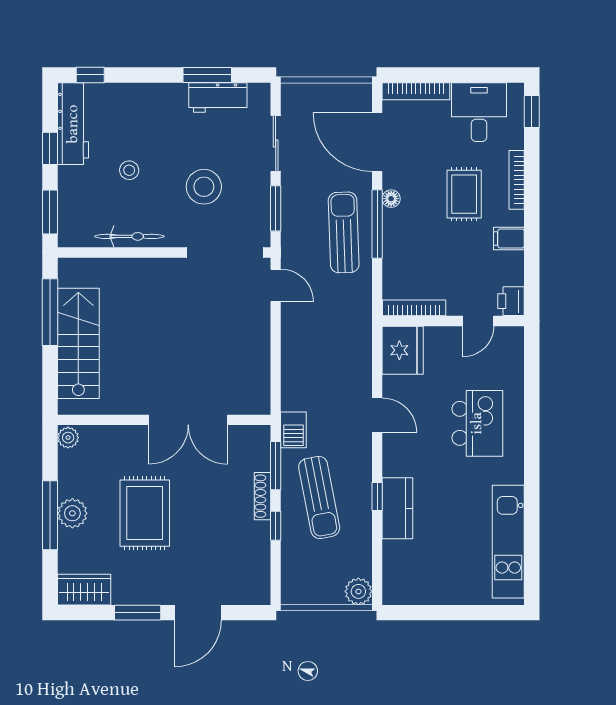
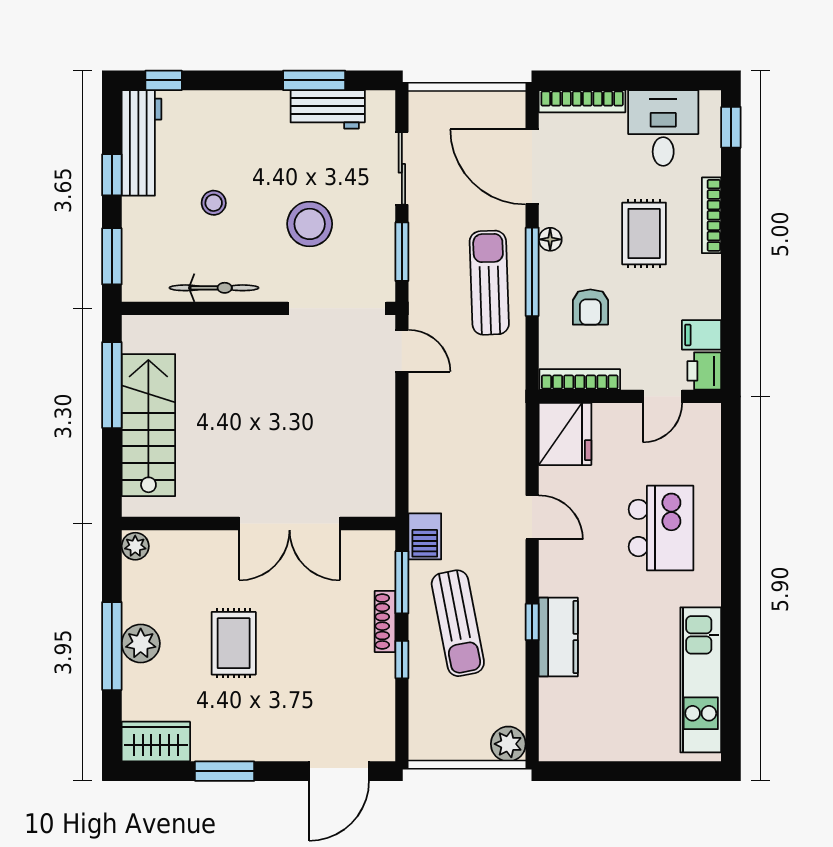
filing cabinet: (509, 239) -> (702, 335), moved
armchair: (422, 251) -> (590, 307), added
rug: (145, 513) -> (234, 643), width x0.73, depth x0.70
door: (198, 613) -> (339, 771), moved

